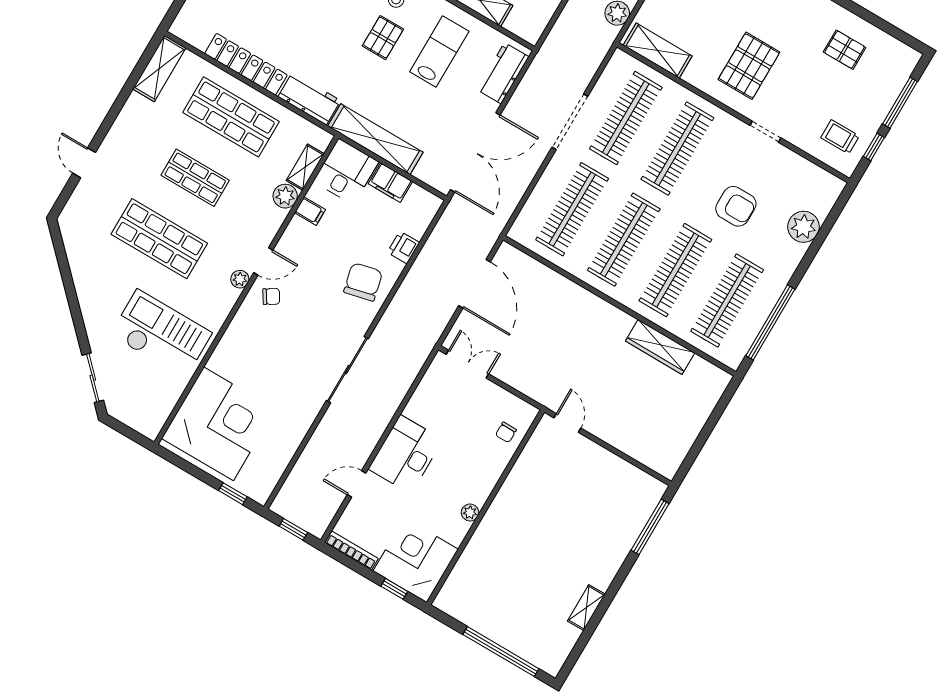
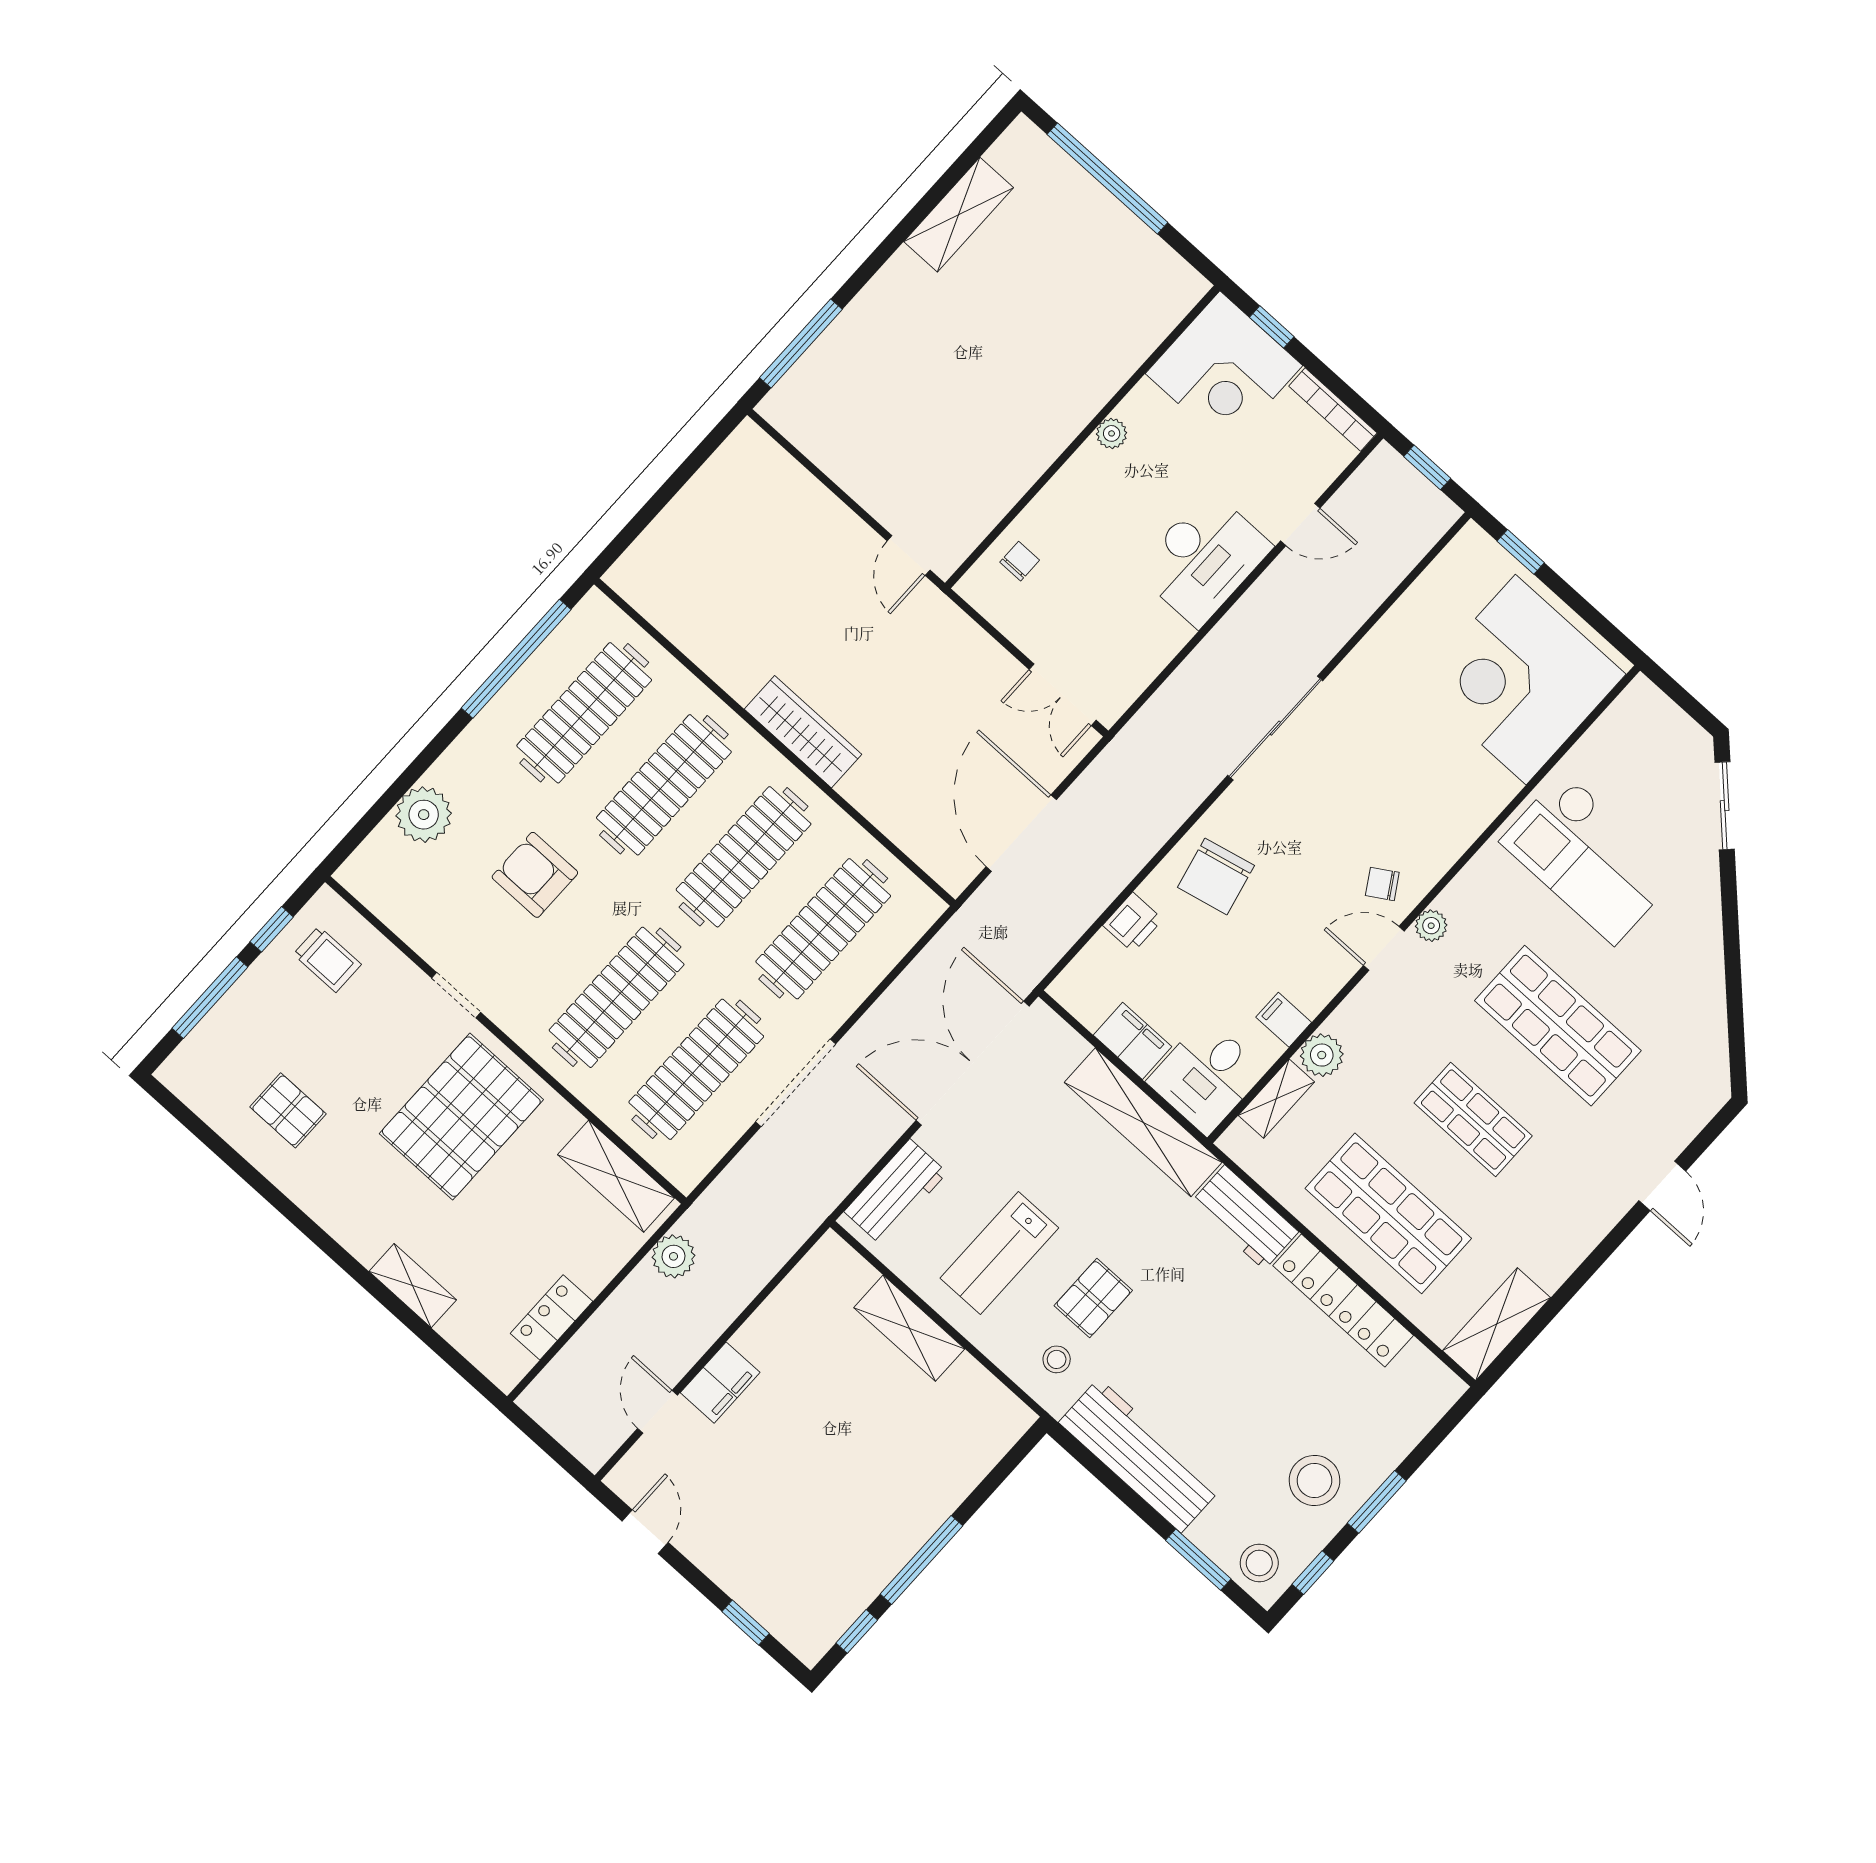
pallet: (749, 66) -> (461, 1117), width x1.37, depth x1.41
wardrobe: (660, 347) -> (803, 732), moved
shelving: (586, 608) -> (959, 215), width x1.50, depth x1.33

